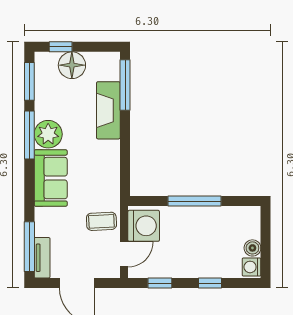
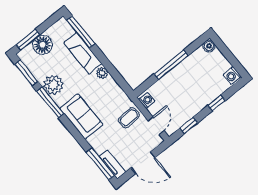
window: (61, 47) -> (28, 40), width x1.50
plant: (48, 134) -> (53, 85), moved
plant: (112, 149) -> (102, 73), added
washing machine: (144, 226) -> (147, 100), width x0.53, depth x0.53
boiler: (252, 248) -> (209, 46), moved

